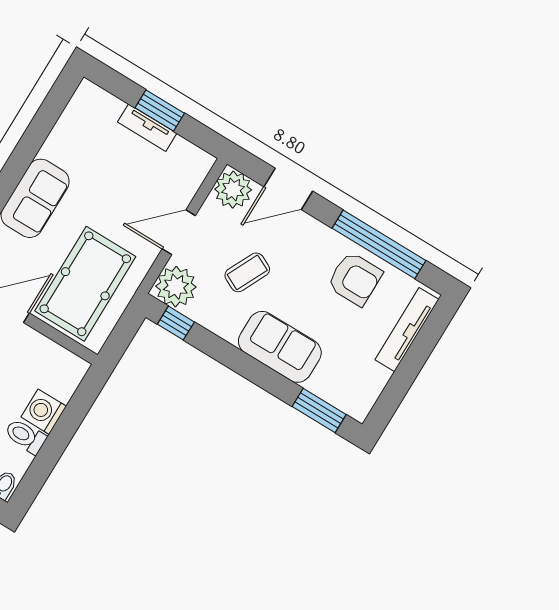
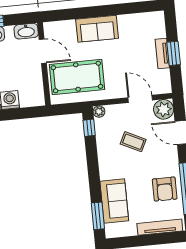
door: (179, 232) -> (140, 99), moved
plant: (176, 287) -> (99, 112), width x0.53, depth x0.53
sofa: (280, 347) -> (114, 201), moved

